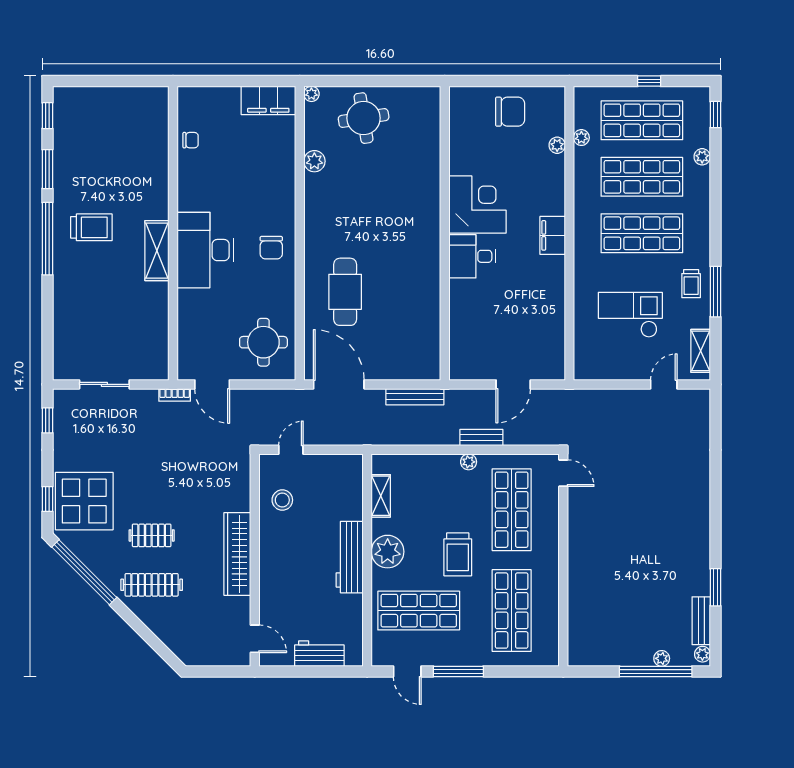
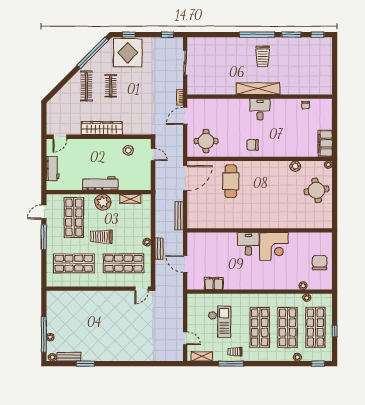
chair: (510, 112) -> (320, 263), turned 180
filing cabinet: (553, 235) -> (214, 283), moved
desk: (205, 250) -> (260, 109), width x0.53, depth x0.77
shelving: (157, 251) -> (258, 89), width x1.47
cafe table: (345, 292) -> (231, 181), turned 90

